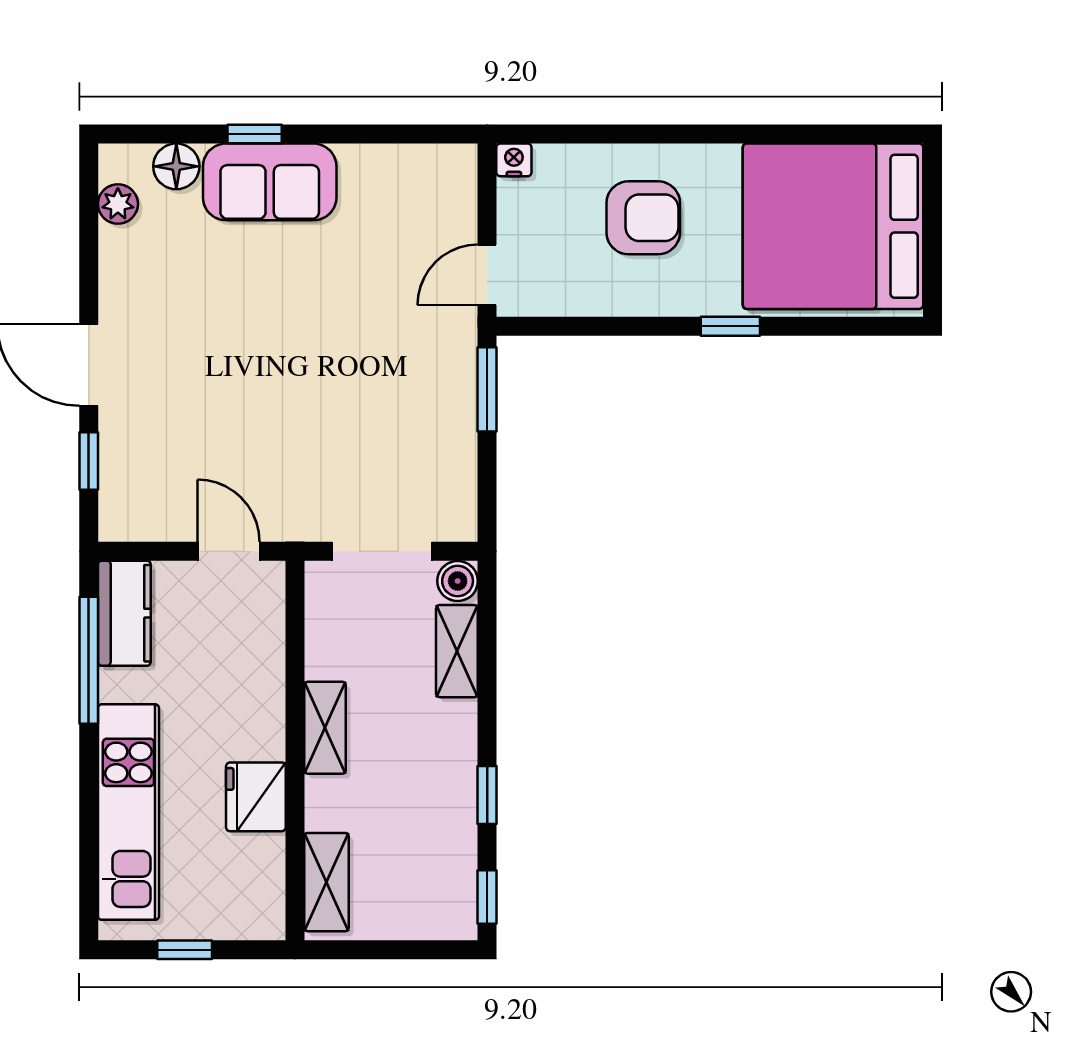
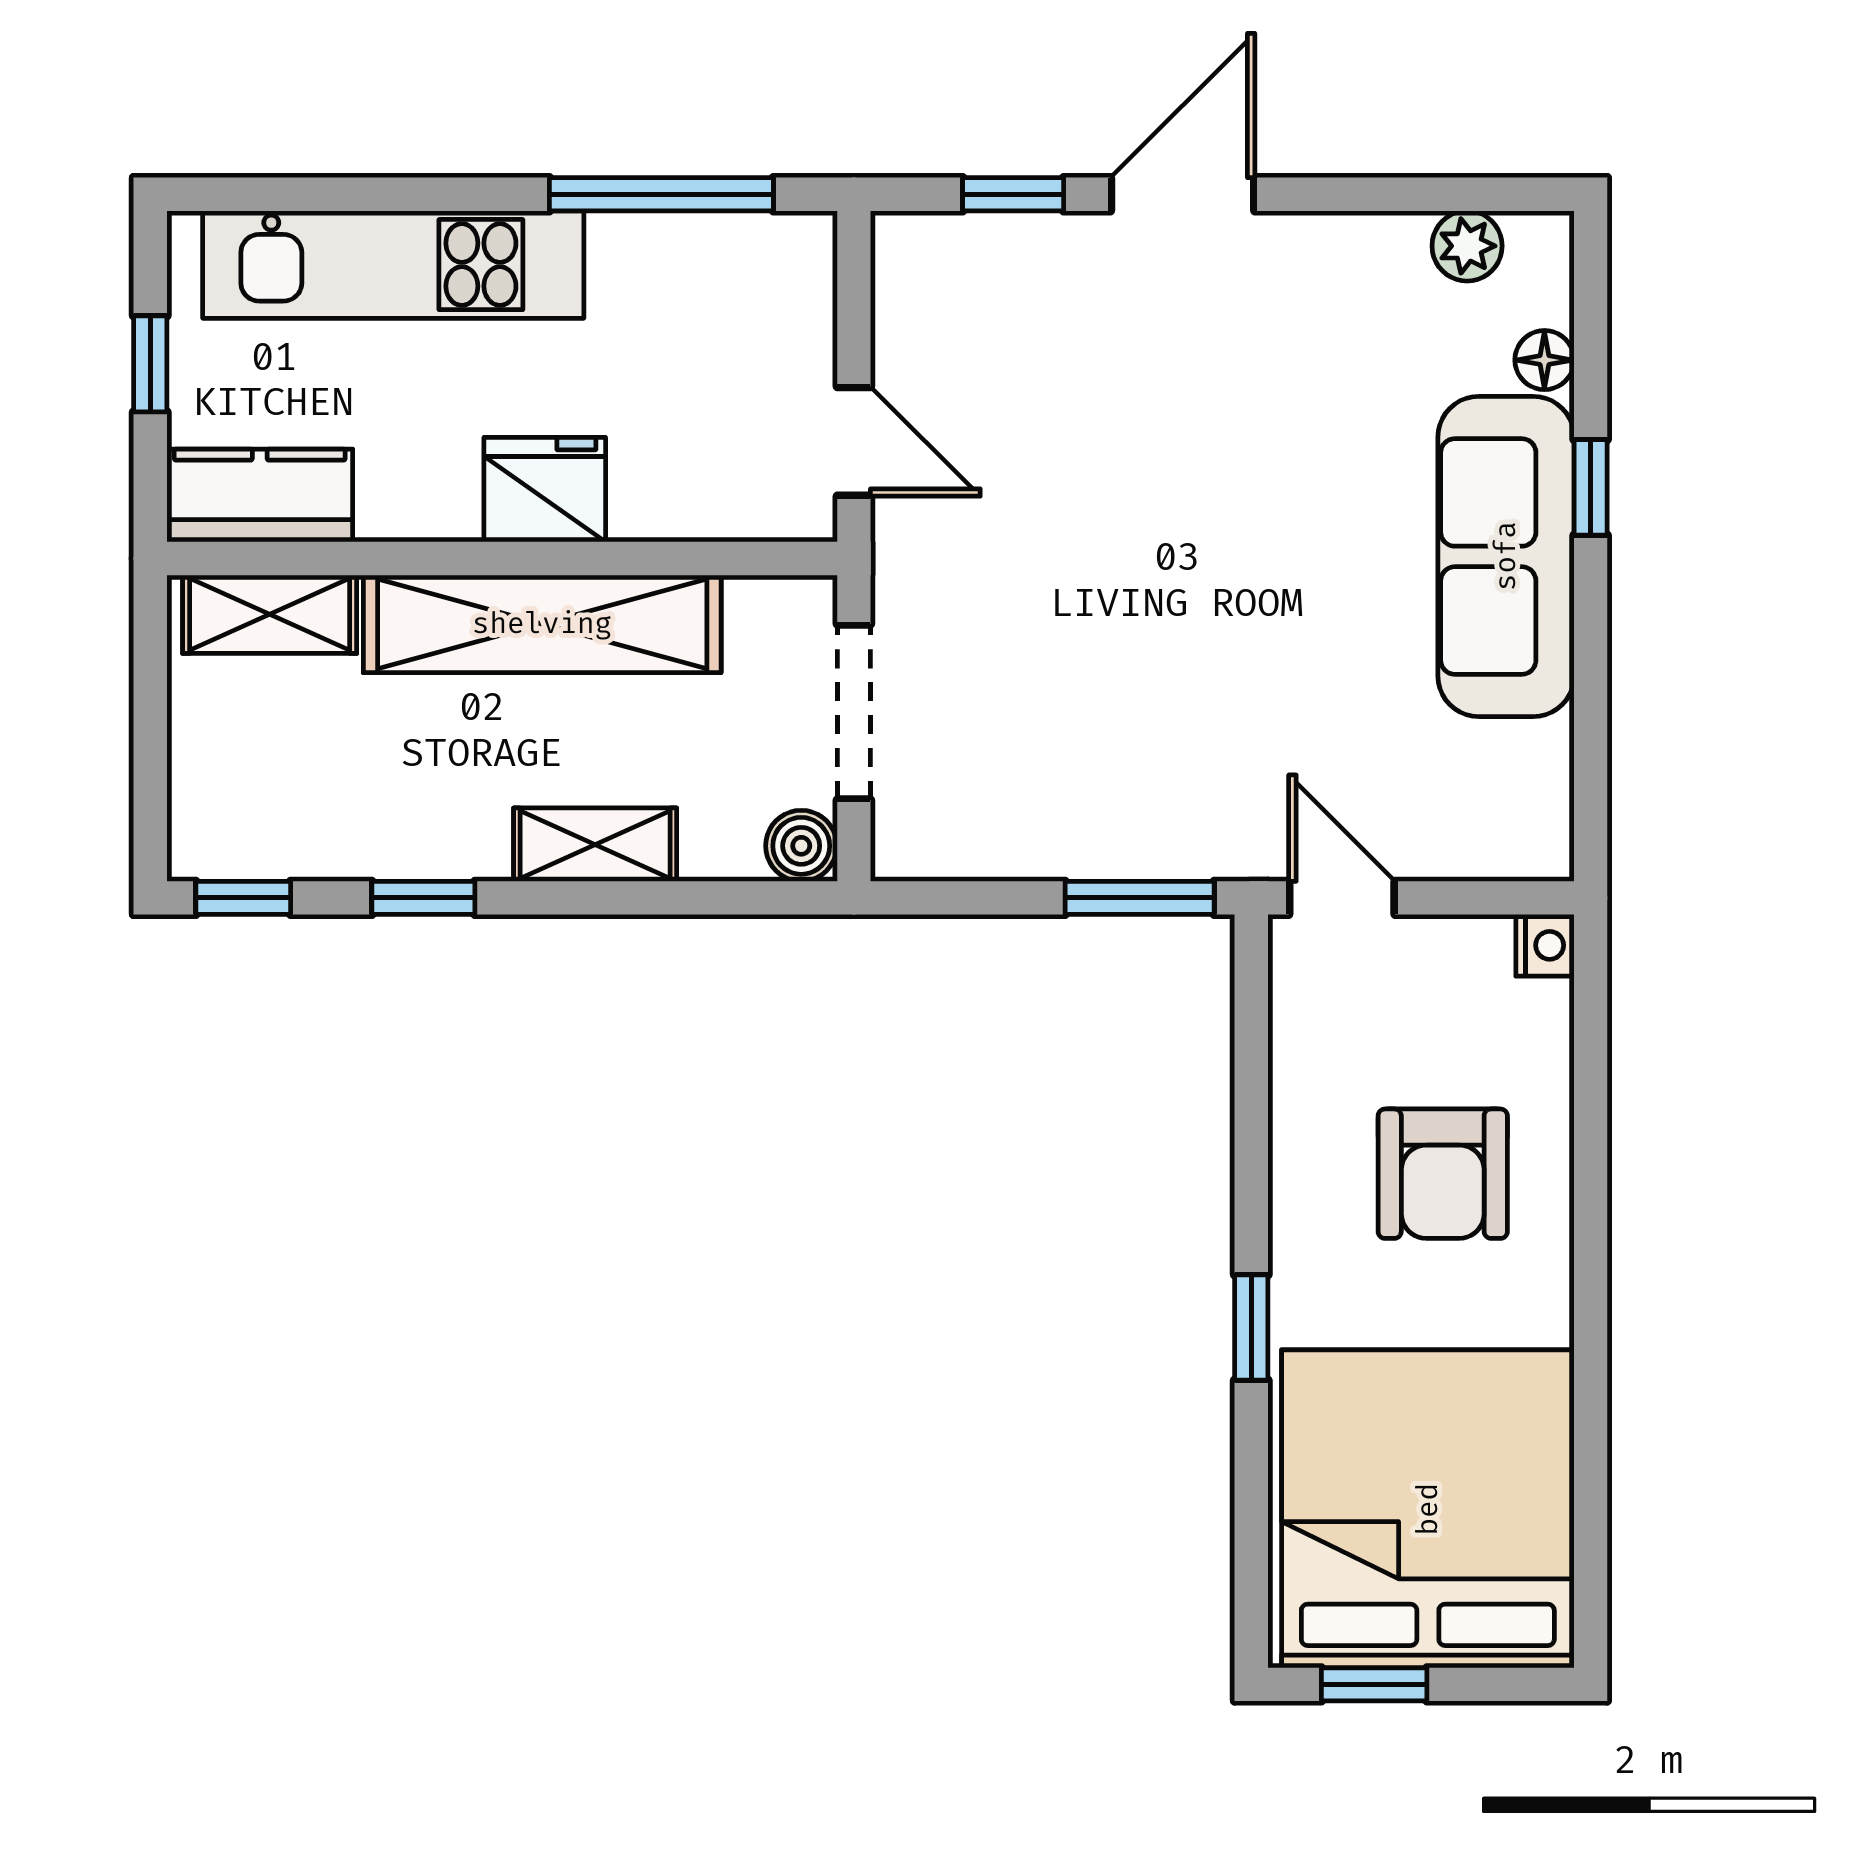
floor lamp: (176, 166) -> (1544, 360), width x0.73, depth x0.73
sofa: (270, 182) -> (1506, 556), width x1.36
window: (932, 257) -> (1374, 1684), added
door: (229, 551) -> (854, 441), hinge flipped
kitchen counter: (124, 613) -> (260, 496), moved, turned 180
shelving: (457, 651) -> (595, 845), moved
shelving: (325, 728) -> (542, 624), width x2.20, depth x1.33
fridge: (256, 797) -> (545, 490), moved

